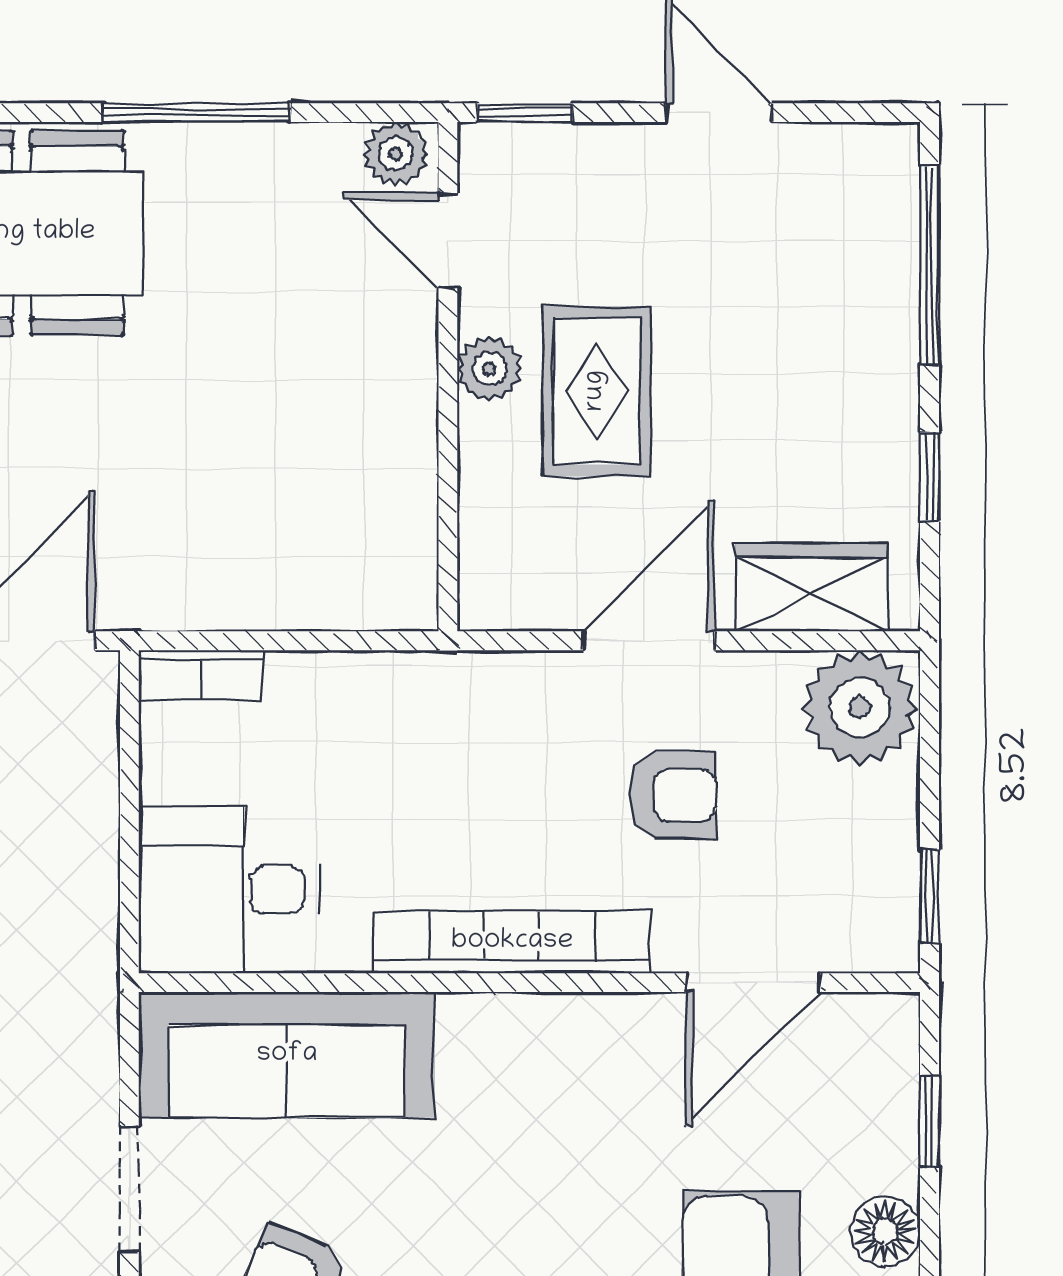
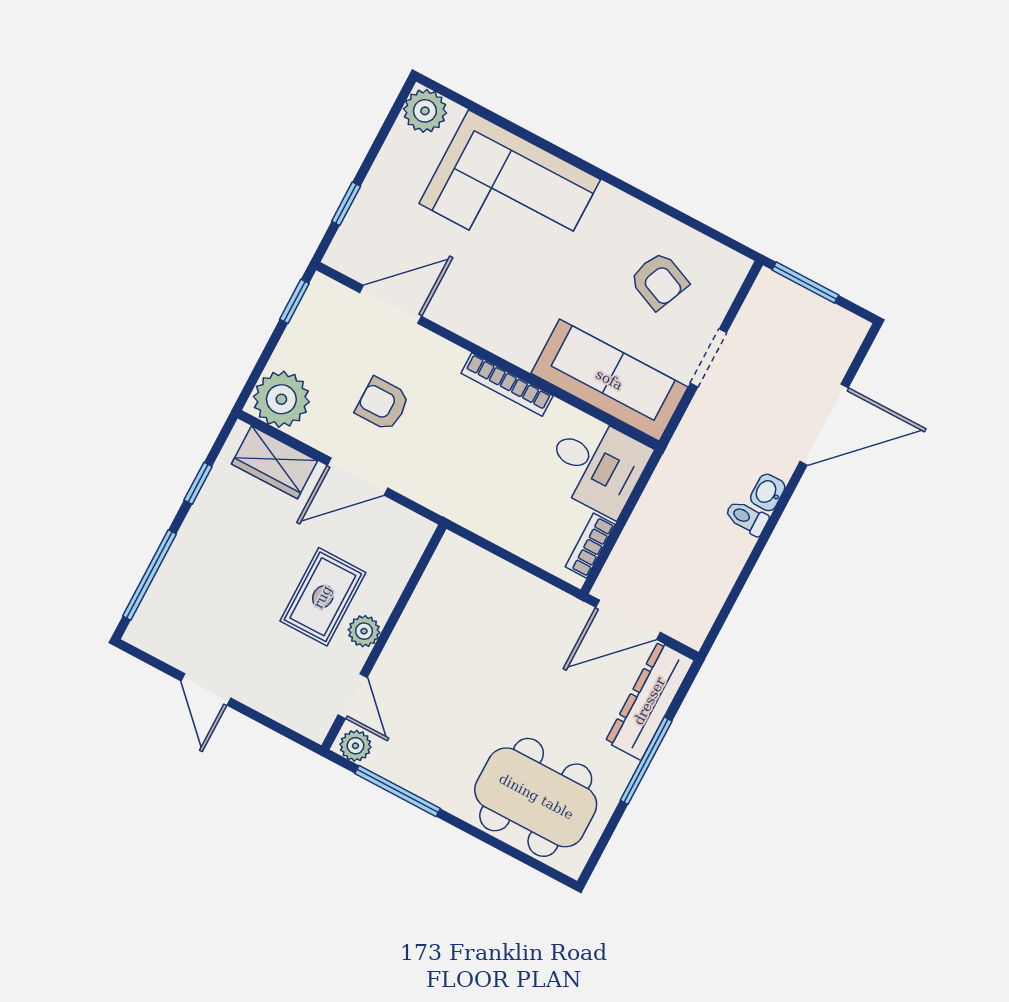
window: (196, 113) -> (398, 791), moved
window: (525, 113) -> (290, 734), removed
bookcase: (201, 675) -> (590, 546), moved, turned -90
bookcase: (512, 942) -> (507, 385), width x0.68, depth x0.76
floor lamp: (885, 1232) -> (391, 166), removed

